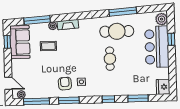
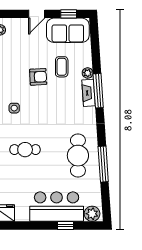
window: (37, 20) -> (98, 91), moved
cafe table: (110, 59) -> (25, 150), moved
door: (8, 83) -> (37, 14), moved
armchair: (65, 84) -> (38, 77), moved

